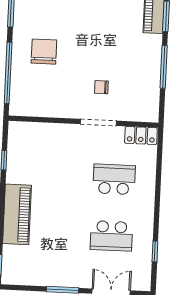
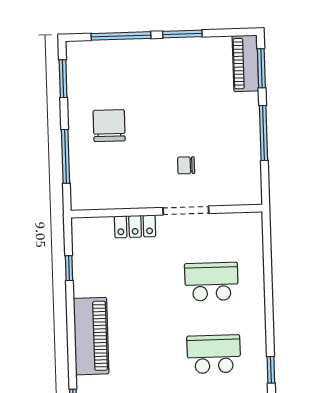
window: (8, 73) -> (65, 156), width x0.68
locker: (141, 135) -> (135, 226), moved
school desk: (111, 236) -> (214, 354), turned 180

